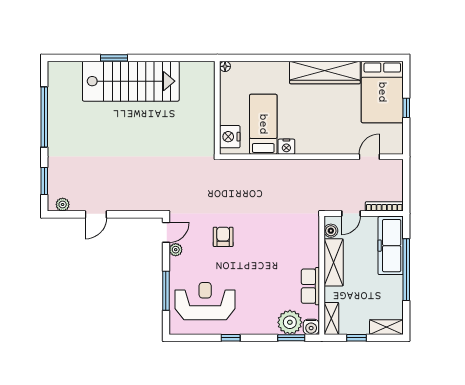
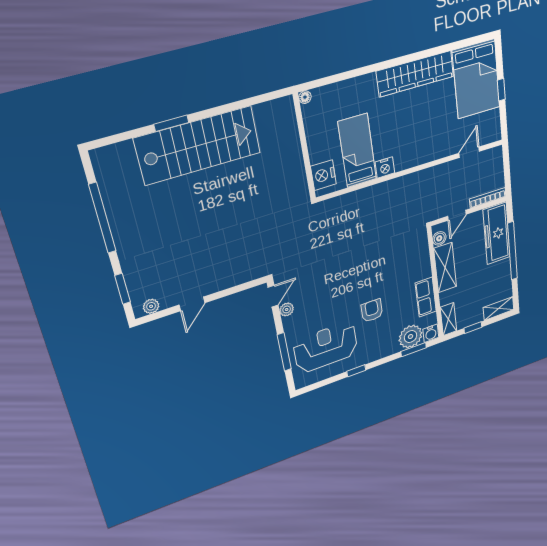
armchair: (223, 237) -> (372, 311), moved

